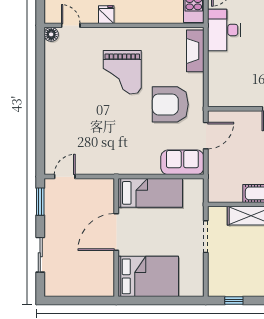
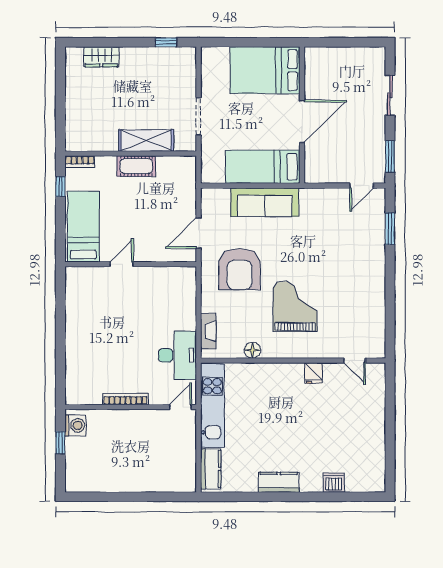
floor lamp: (51, 34) -> (252, 350), moved
fireplace: (195, 51) -> (208, 331), width x0.73, depth x0.76
armchair: (170, 104) -> (239, 269), turned 90
window: (40, 139) -> (390, 229), added
sofa: (182, 162) -> (265, 202), moved, width x1.36

